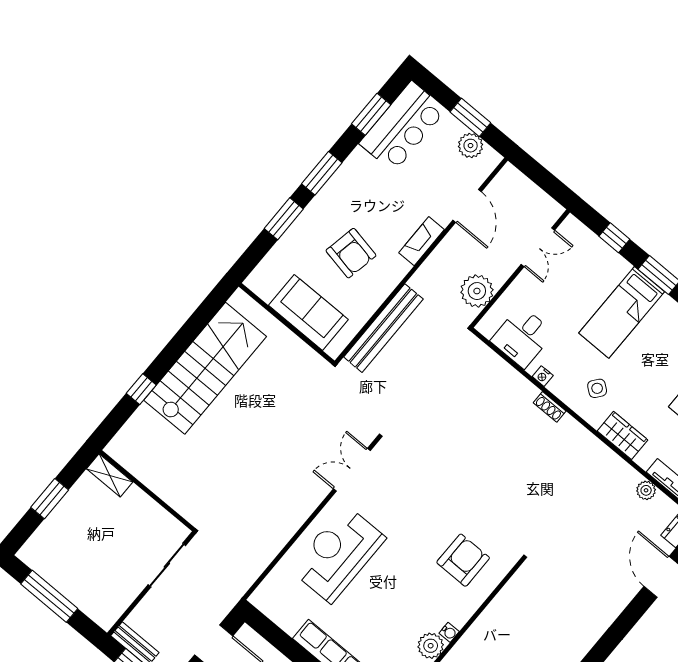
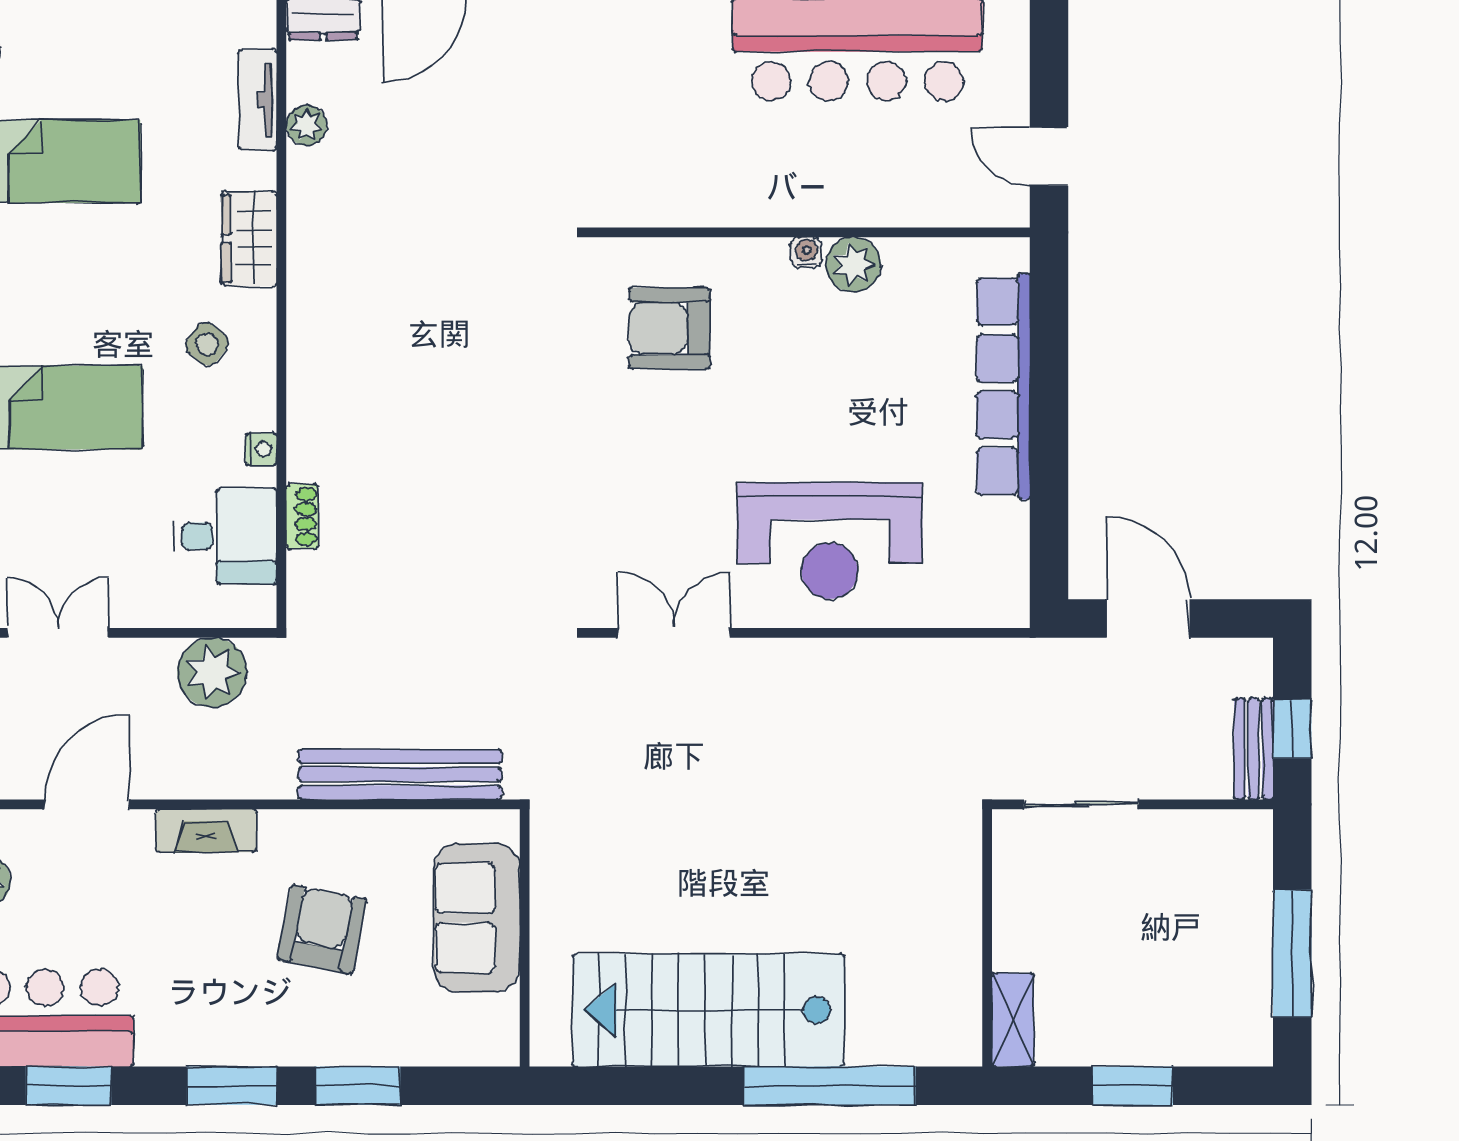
window: (141, 389) -> (830, 1086), width x3.17
shoe rack: (550, 407) -> (302, 517), moved
double door: (352, 470) -> (674, 633), swing flipped

